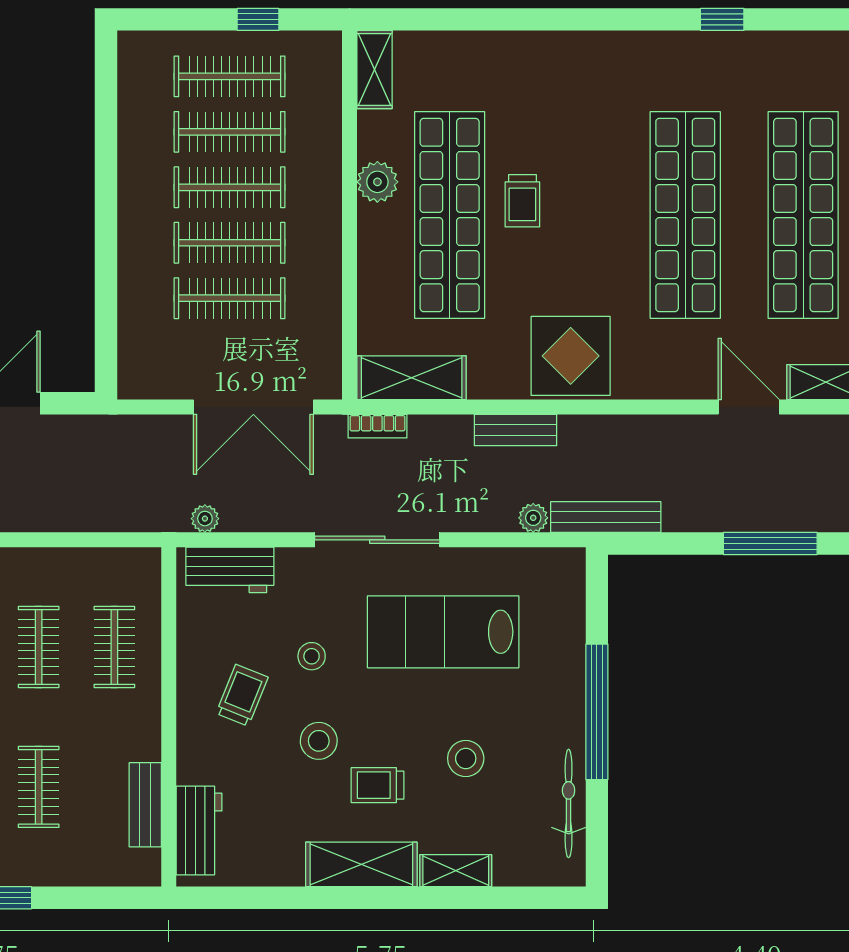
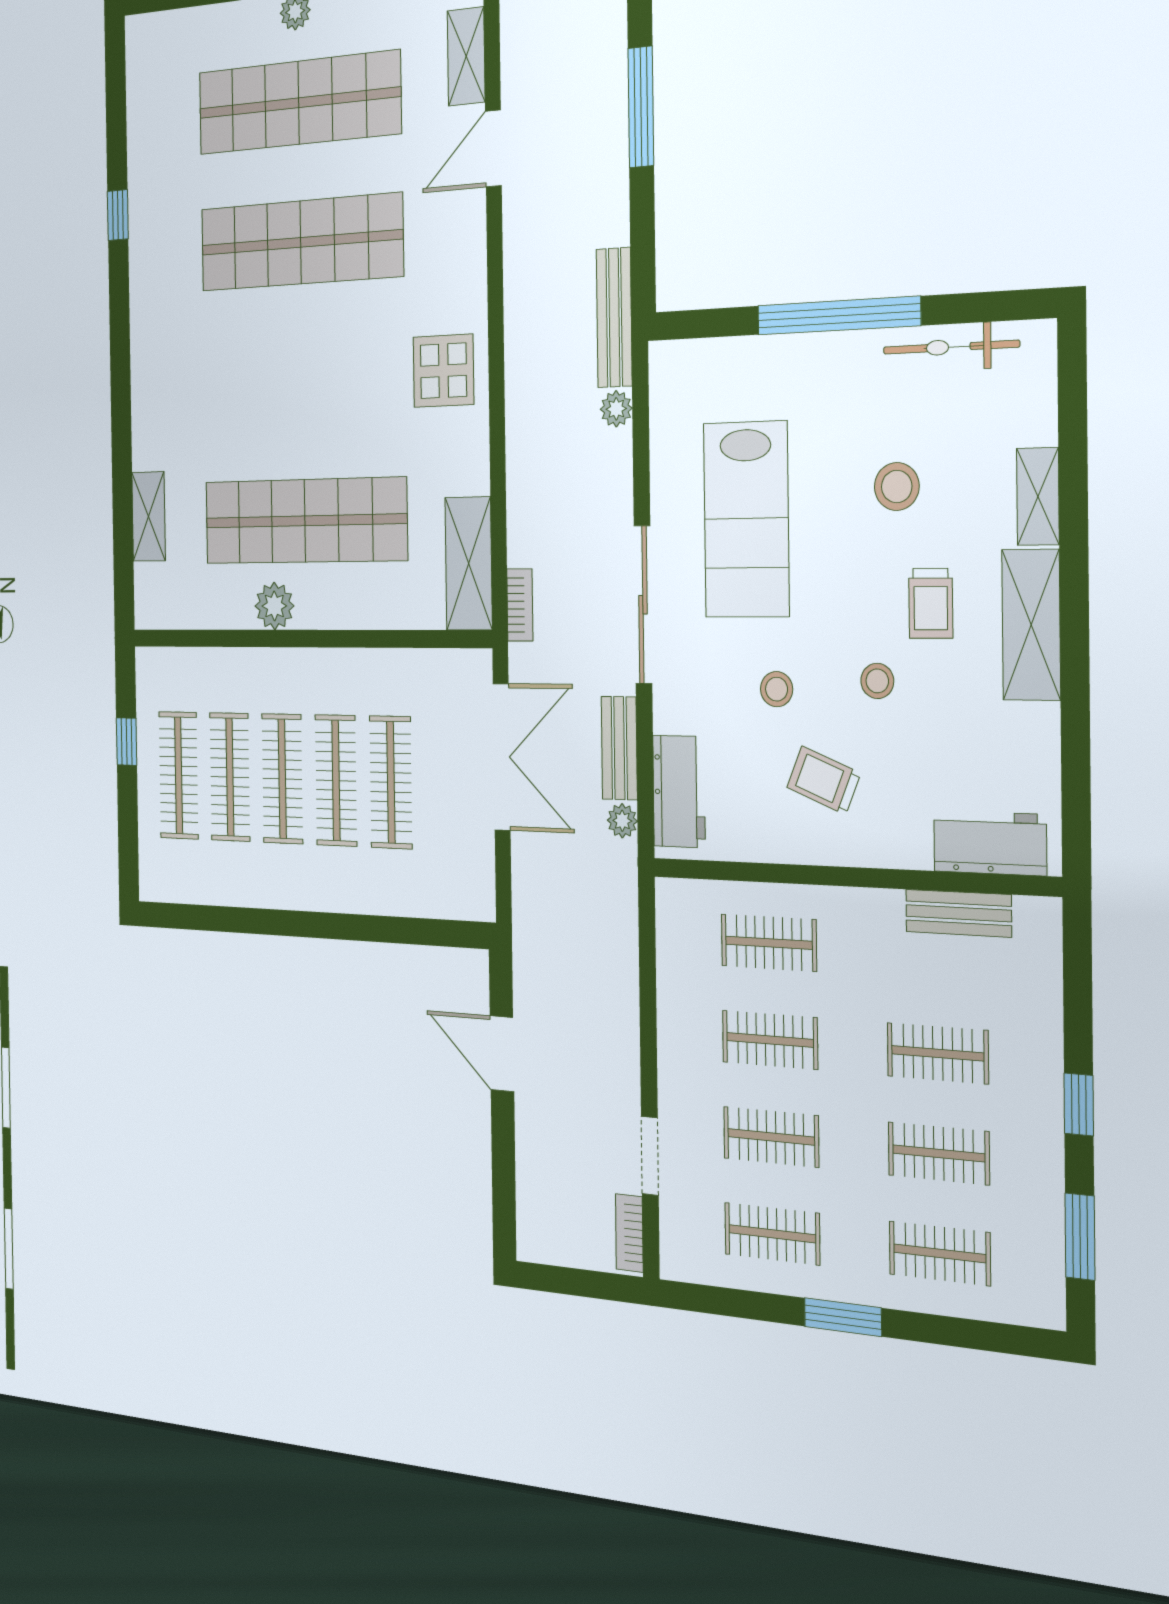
shelving: (375, 70) -> (149, 517), moved, turned 90
trolley: (522, 201) -> (290, 435), removed
display table: (571, 356) -> (443, 371), width x0.73, depth x0.73
bench: (515, 430) -> (619, 748), moved
stool: (319, 741) -> (877, 681), width x0.73, depth x0.73

